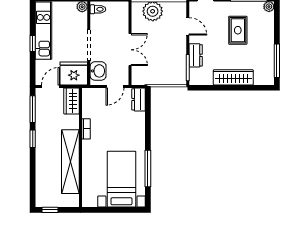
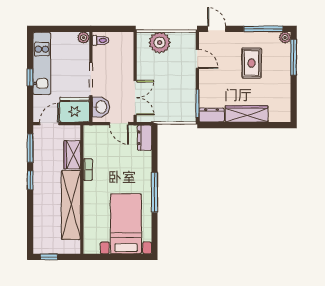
double door: (130, 50) -> (135, 98), moved
dresser: (196, 55) -> (212, 115), moved, turned -90
window: (277, 61) -> (294, 57), moved
door: (115, 86) -> (119, 124), hinge flipped
wardrobe: (72, 101) -> (72, 155), moved
window: (148, 169) -> (154, 192), moved

